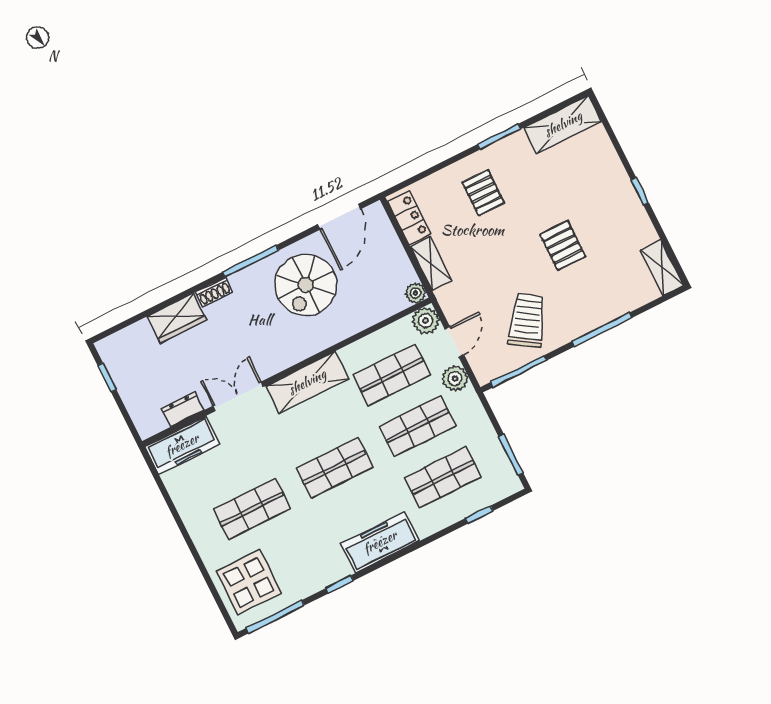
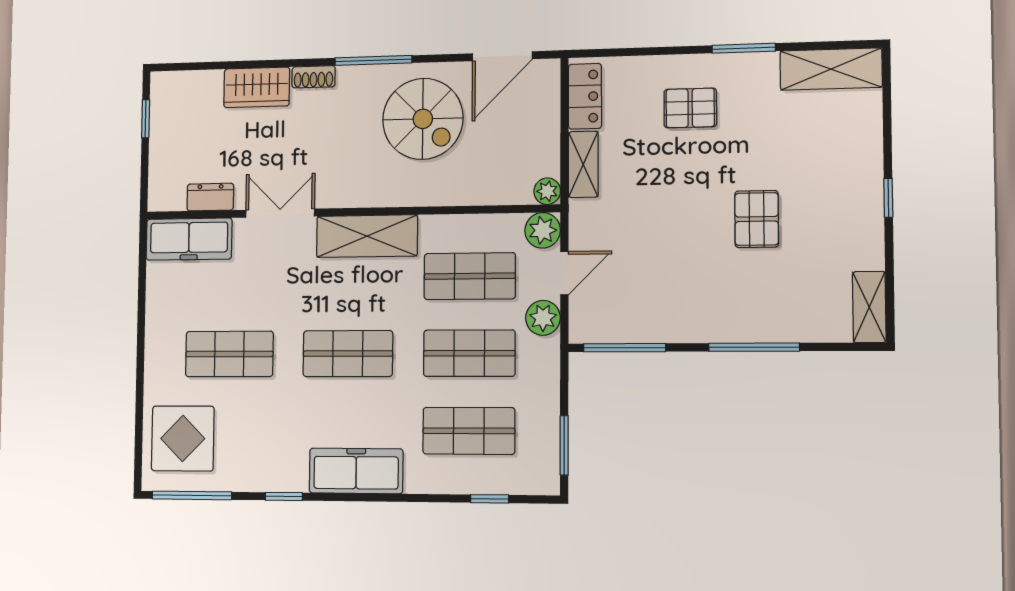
pallet: (483, 193) -> (690, 108), turned 90
spiral stairs: (306, 285) -> (423, 119), turned -90
trolley: (527, 320) -> (667, 290), removed

